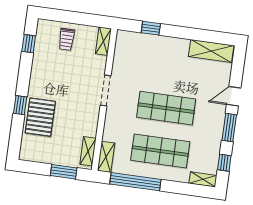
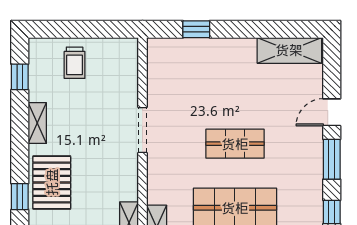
shelving: (103, 41) -> (37, 123), moved
window: (20, 105) -> (20, 197), moved
shop shelf: (166, 108) -> (235, 144), width x0.70, depth x0.74

